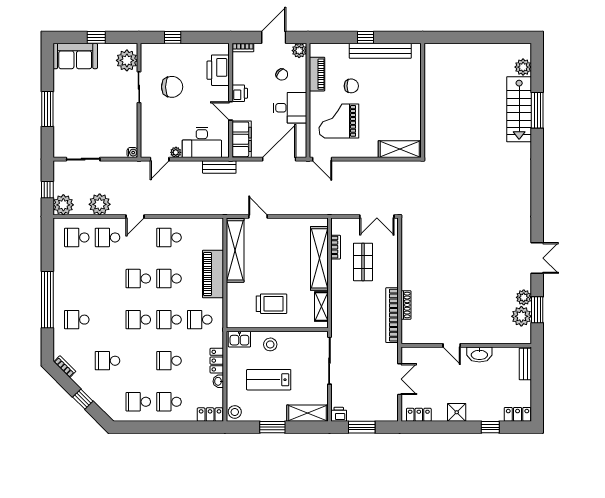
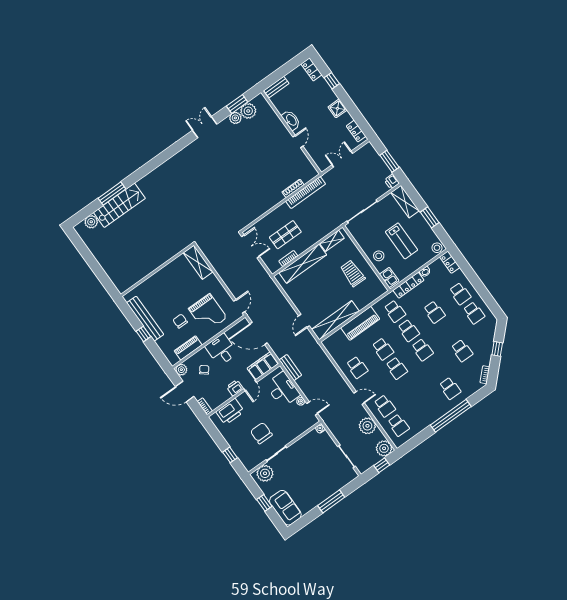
locker: (217, 361) -> (408, 285), width x1.53

